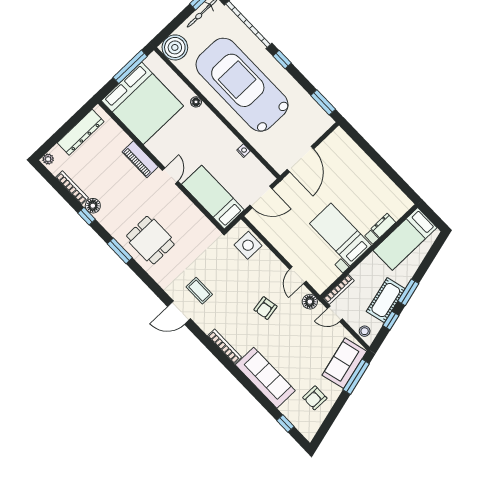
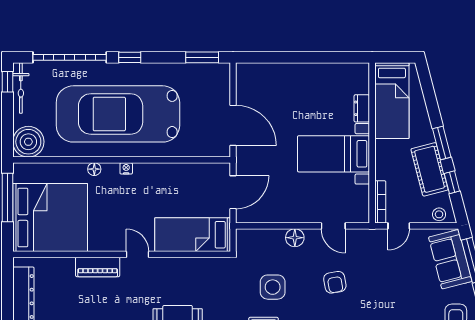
nightstand: (243, 151) -> (126, 168), moved
side table: (248, 245) -> (273, 287), moved
floor lamp: (310, 302) -> (295, 238), moved

